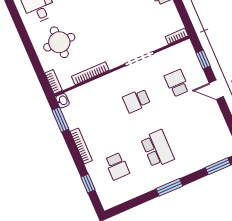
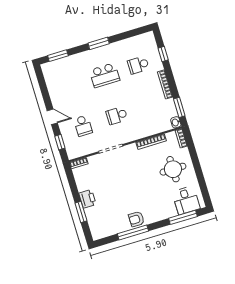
school desk: (137, 101) -> (117, 116), turned 180
school desk: (157, 149) -> (105, 75), turned -90
school desk: (117, 166) -> (138, 65), turned -90

